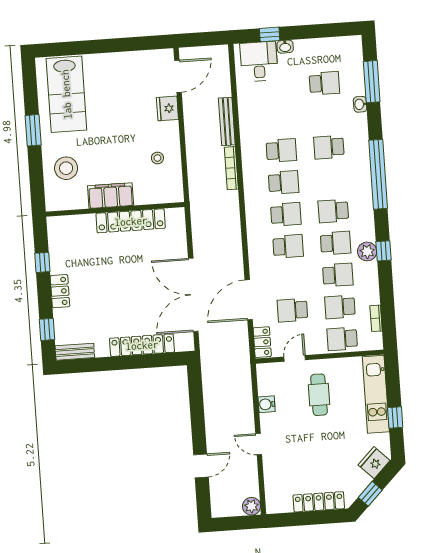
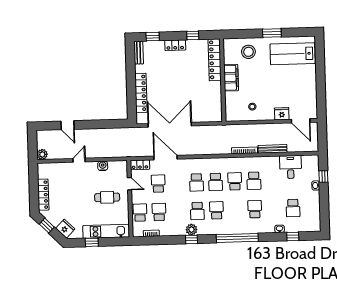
desk: (259, 61) -> (291, 167), moved, turned -90
window: (372, 82) -> (293, 236), width x0.46
school desk: (284, 182) -> (235, 181), turned 180
locker: (131, 221) -> (215, 60), moved
school desk: (338, 275) -> (178, 211), removed

